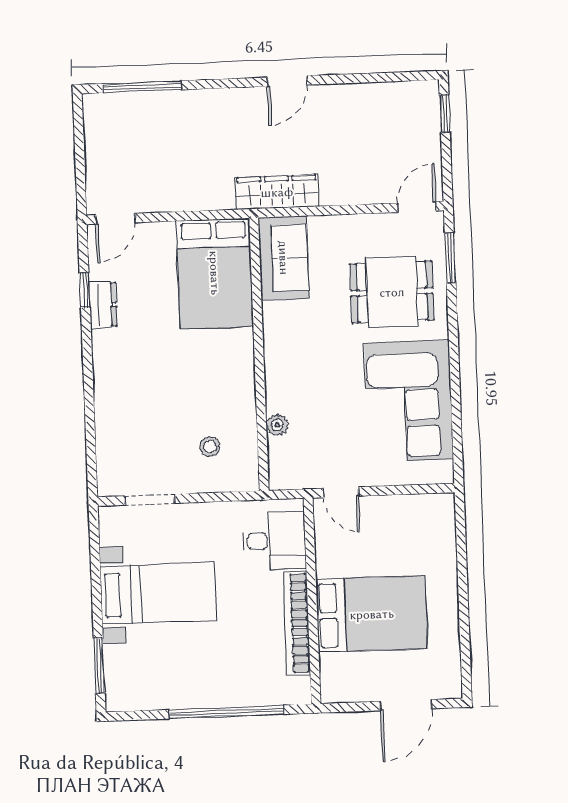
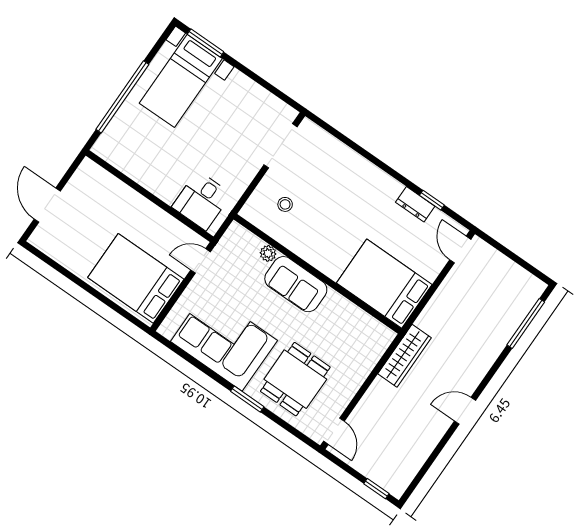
door: (287, 81) -> (465, 411), hinge flipped
sofa: (284, 258) -> (296, 284), moved
window: (450, 258) -> (247, 399), moved
doorway: (150, 500) -> (280, 146), width x1.38
bed with nightstands: (158, 594) -> (181, 81), moved
bed: (372, 614) -> (136, 278), moved, turned 90
bookcase: (297, 623) -> (143, 177), removed

